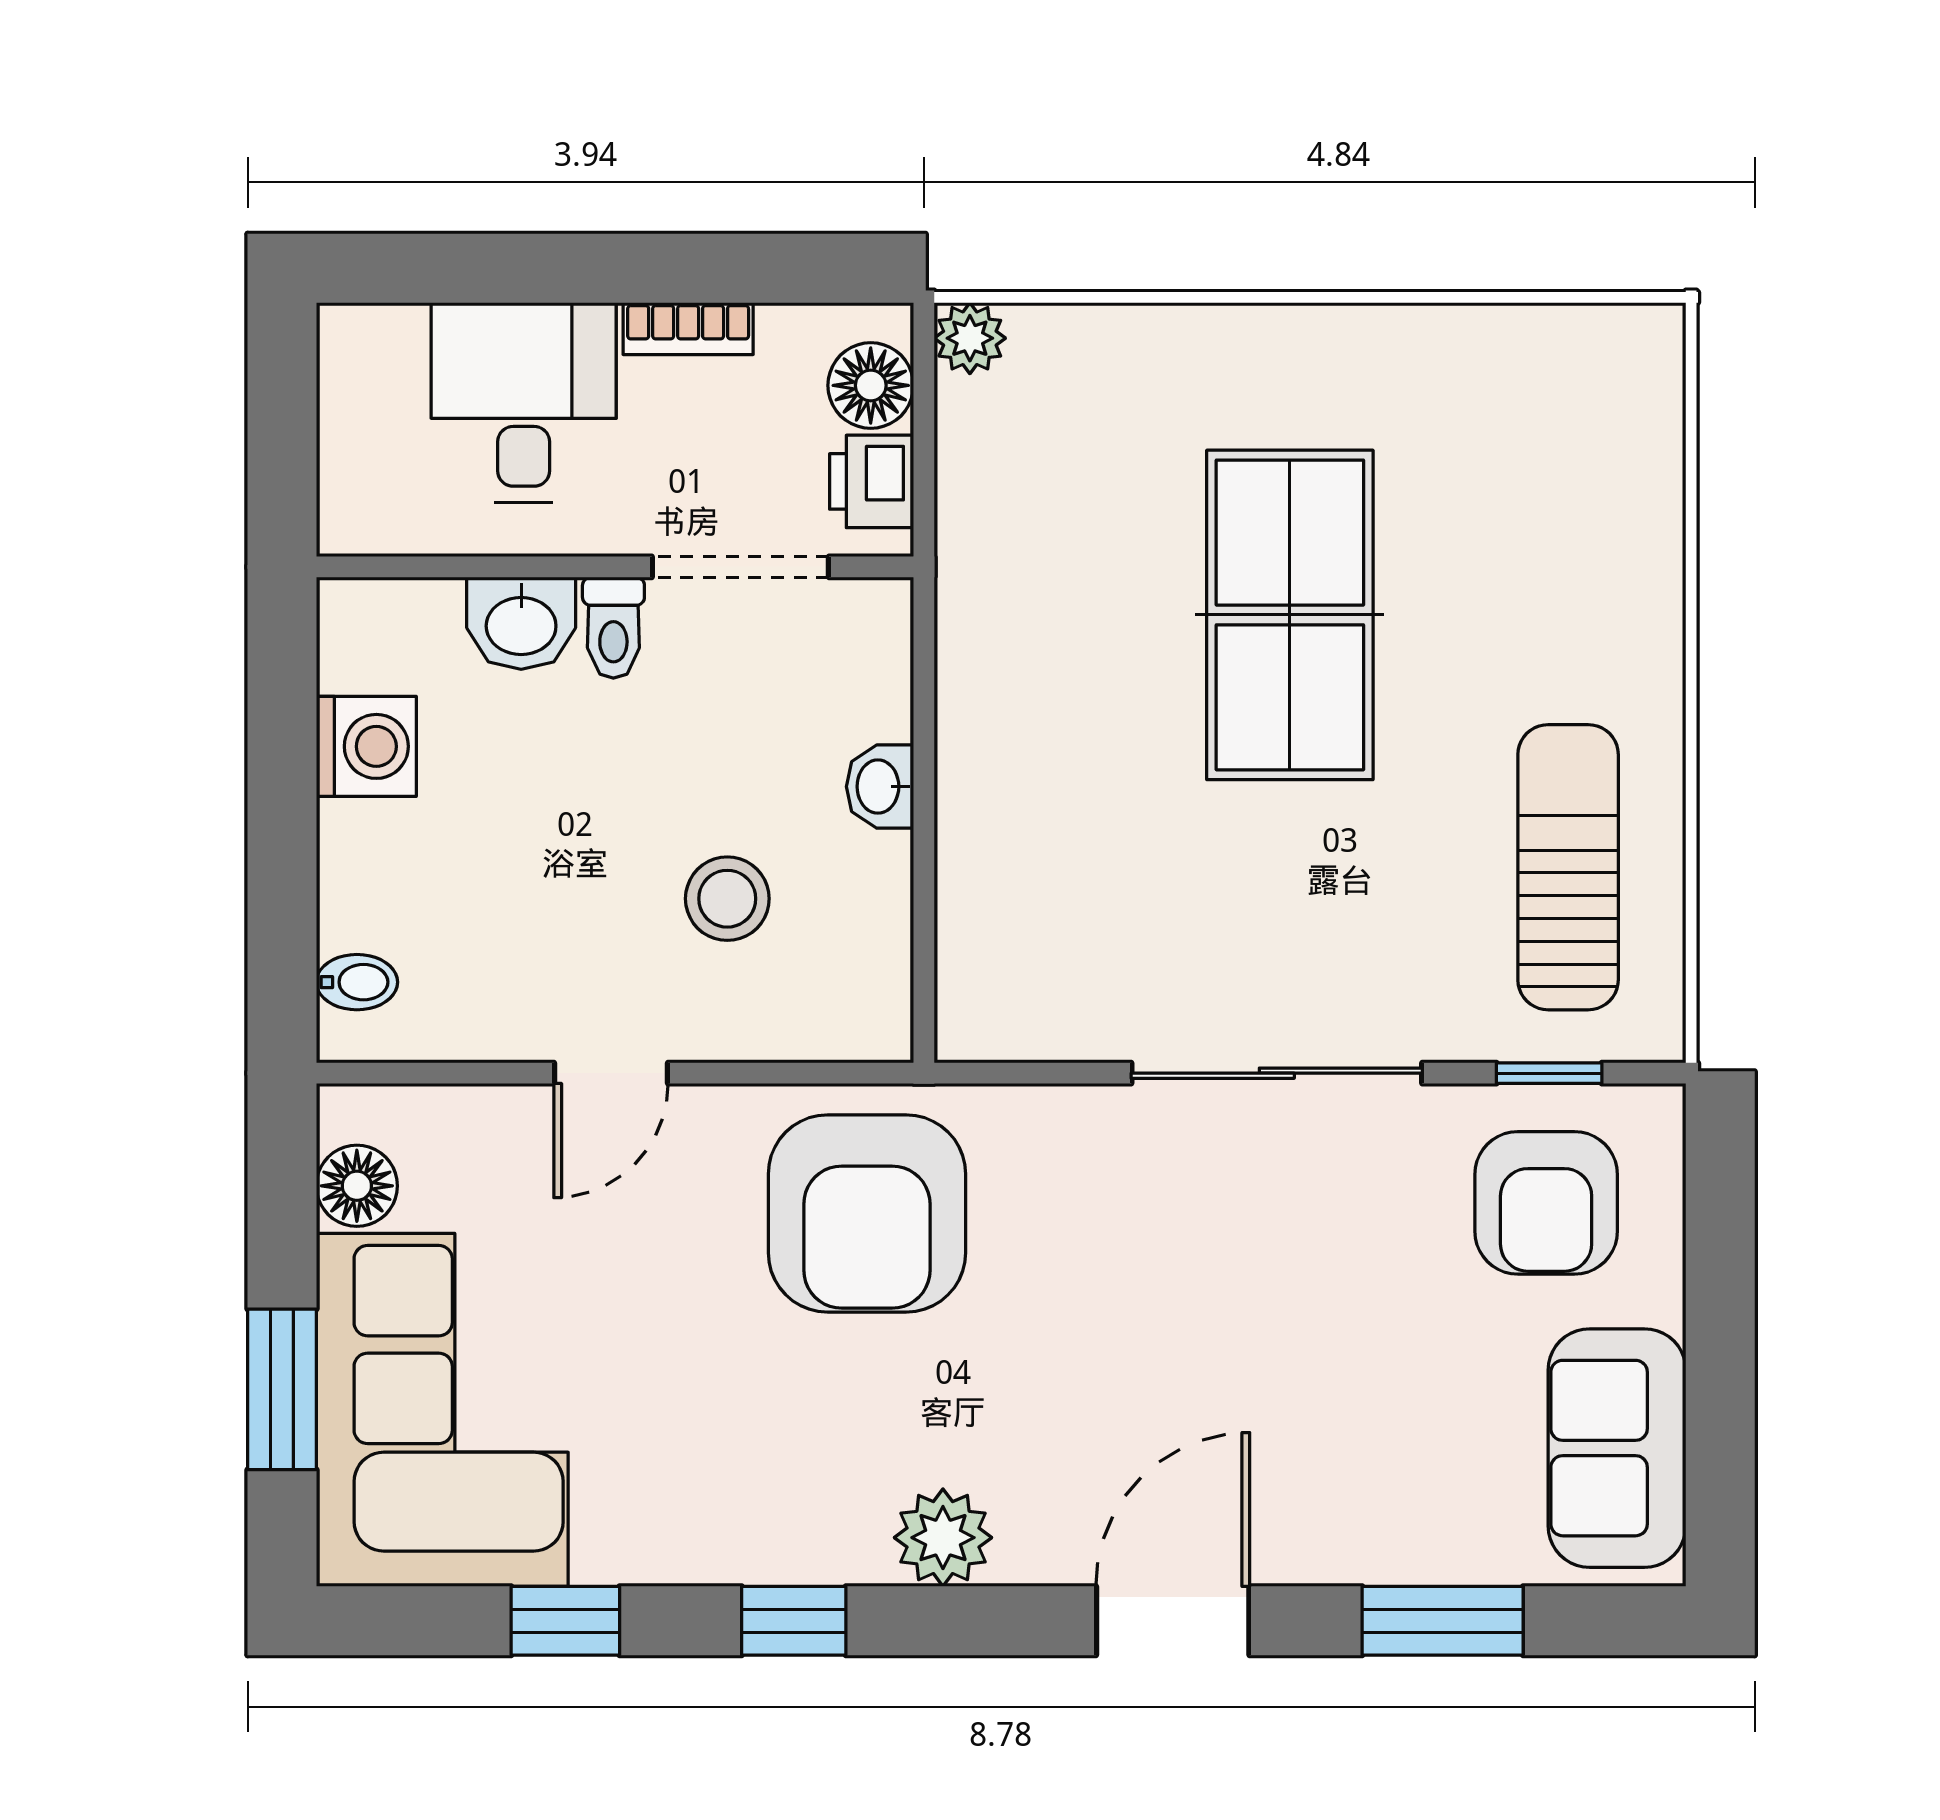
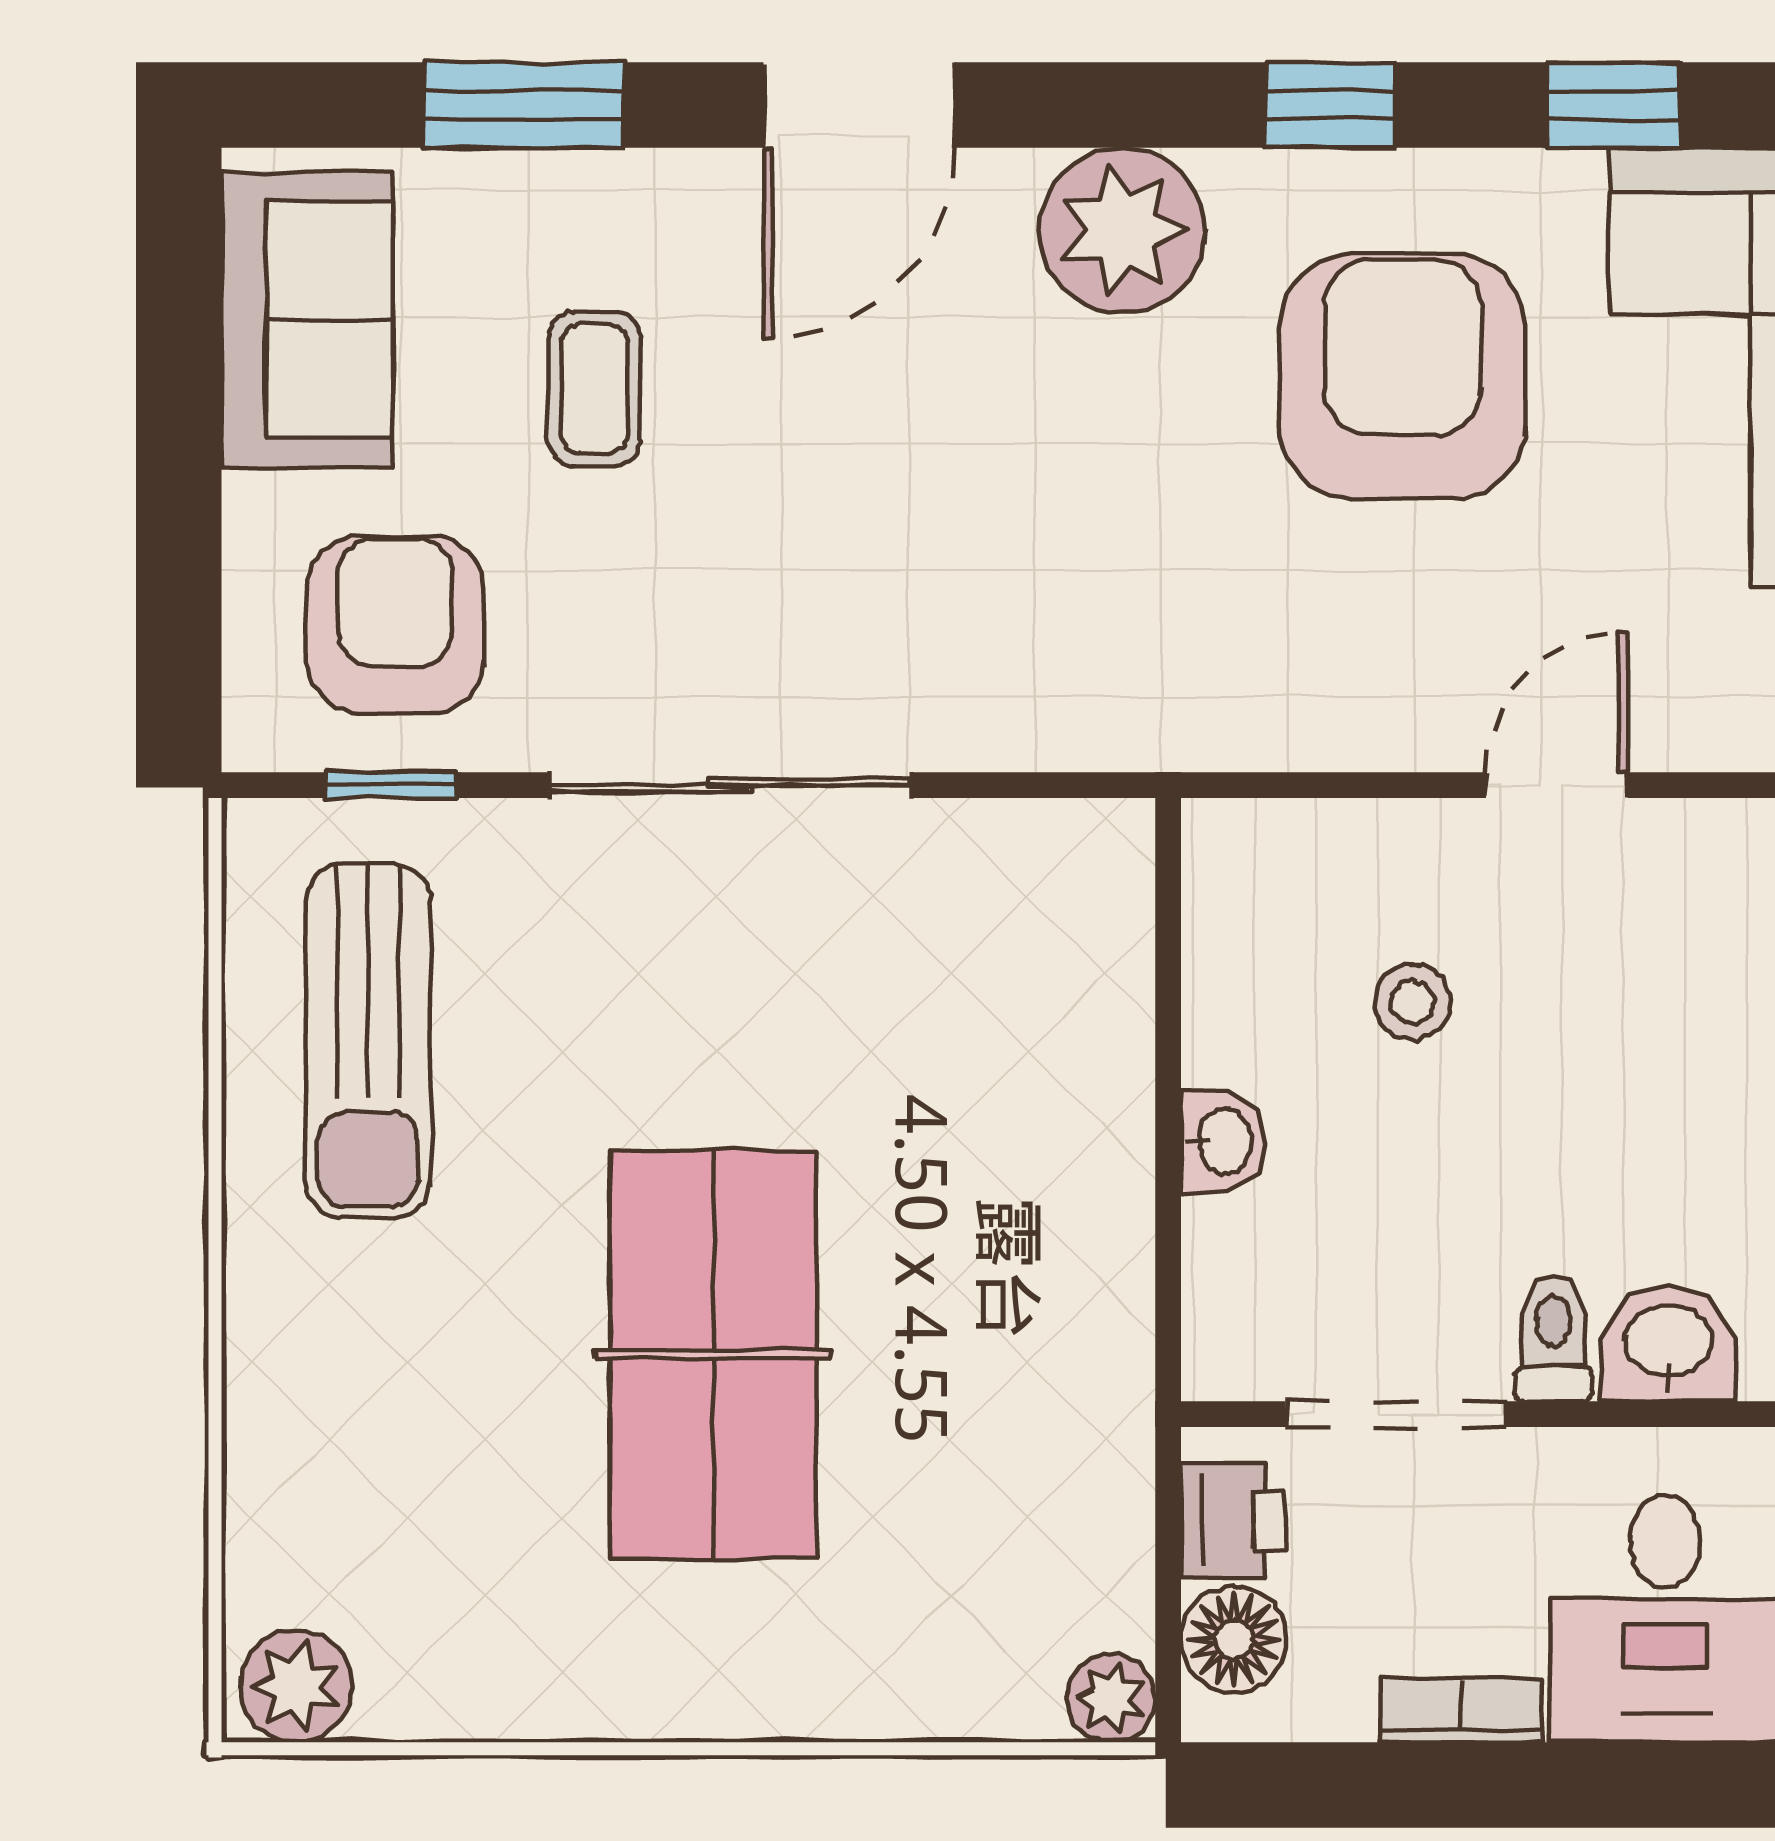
plant: (1626, 348) -> (296, 1686), added
stool: (727, 899) -> (1412, 1002), width x0.73, depth x0.73
armchair: (867, 1213) -> (1403, 376), moved
coffee table: (1386, 1392) -> (594, 389), added
plant: (943, 1538) -> (1122, 230), width x1.36, depth x1.36

